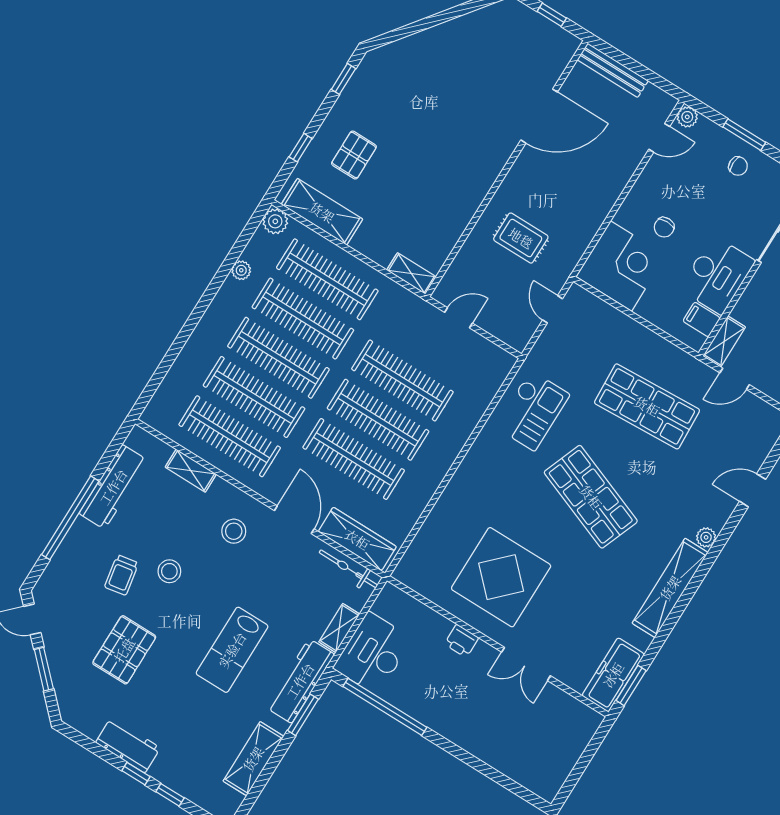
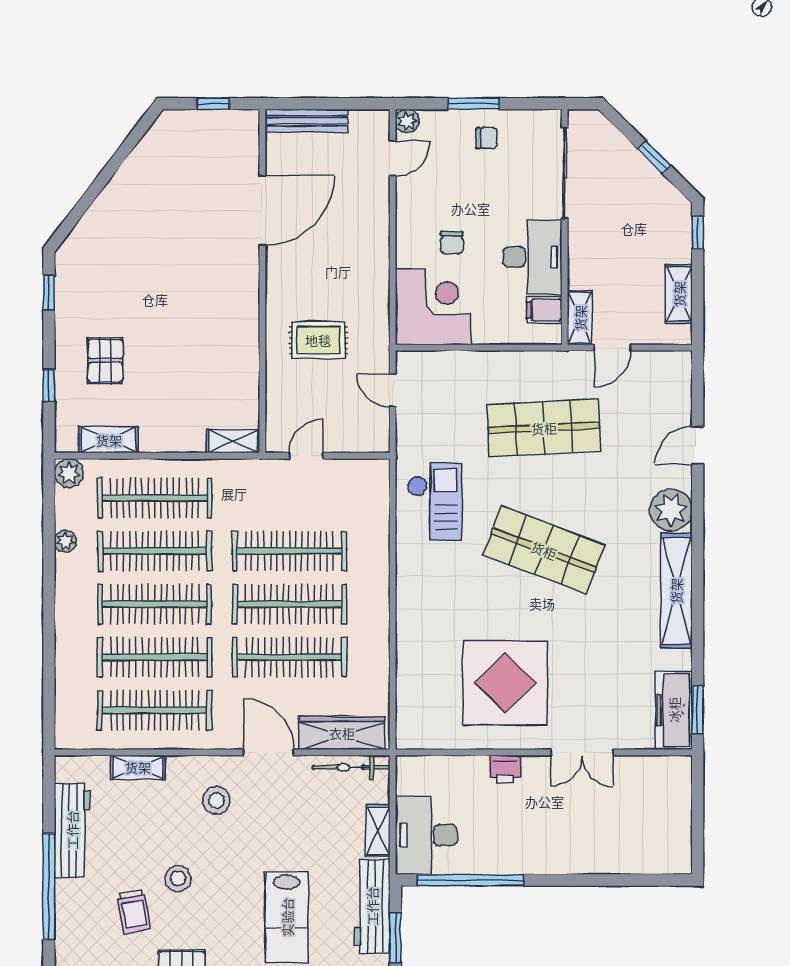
shelving: (322, 212) -> (109, 440), width x0.67, depth x0.75
plant: (706, 537) -> (671, 510), width x1.87, depth x1.87

